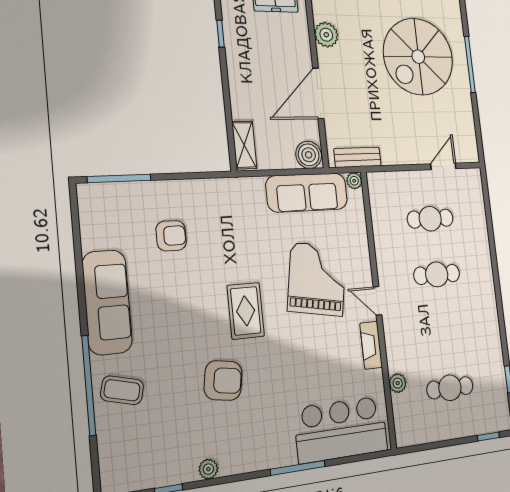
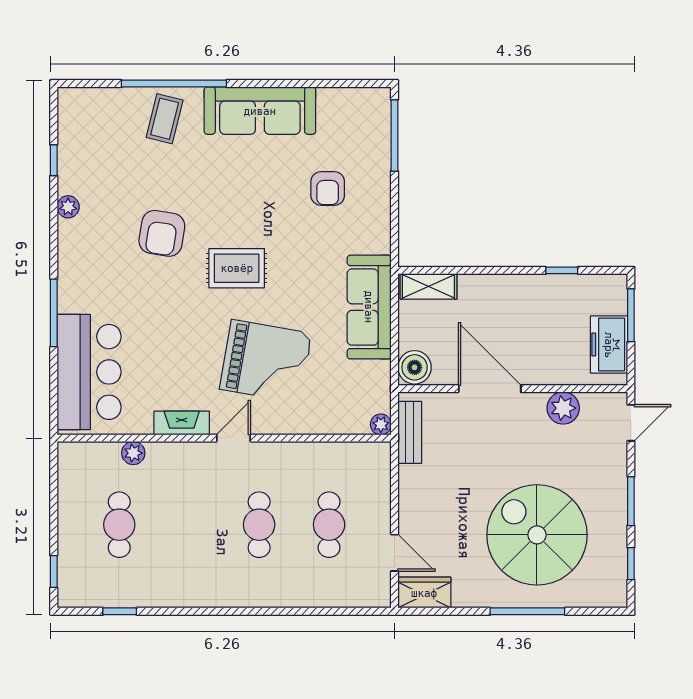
wardrobe: (467, 142) -> (424, 593), added
sofa: (307, 193) -> (369, 307), moved

